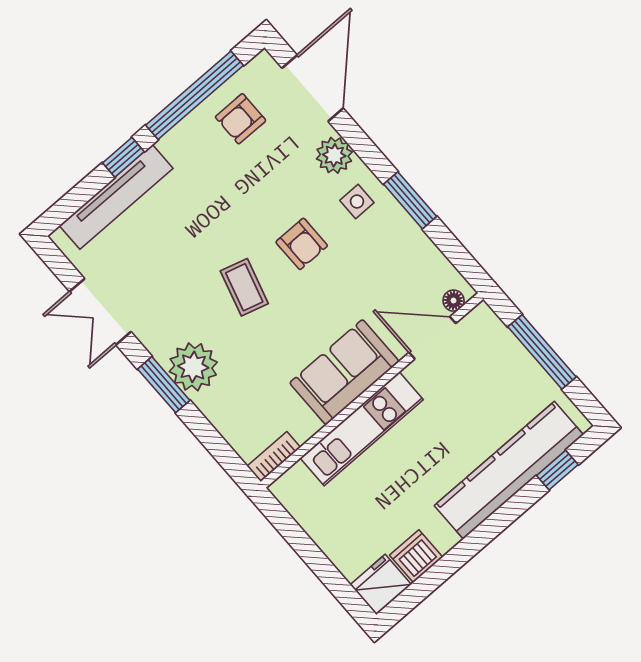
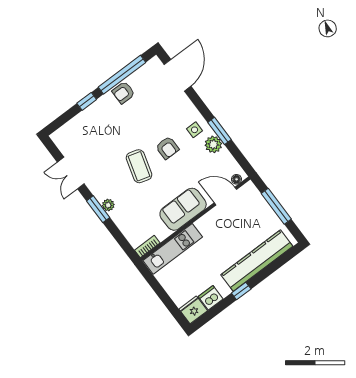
armchair: (241, 119) -> (123, 93), moved
plant: (334, 155) -> (213, 144), moved
tv unit: (116, 197) -> (82, 120), removed
coffee table: (244, 287) -> (139, 166), width x1.36, depth x1.30
plant: (193, 367) -> (108, 205), width x0.53, depth x0.53
kitchen unit: (362, 429) -> (173, 249), moved
window: (557, 470) -> (241, 291), moved

